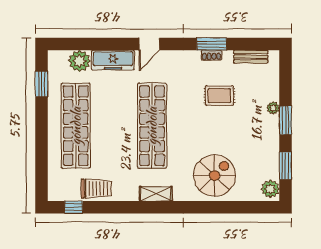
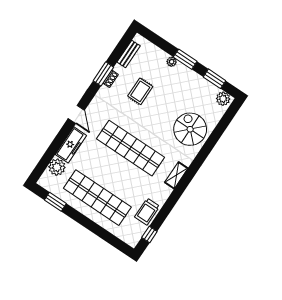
trolley: (96, 189) -> (147, 212), turned 180

